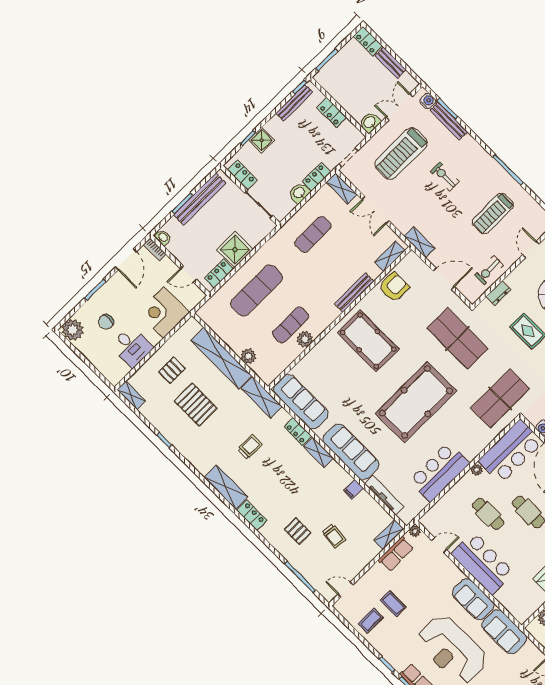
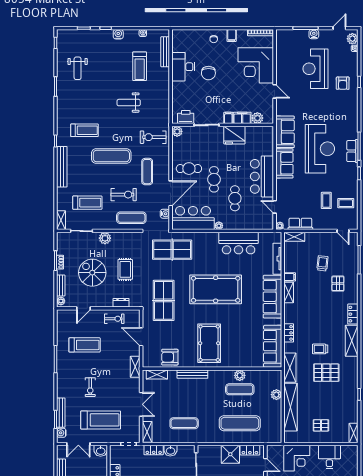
pallet: (196, 405) -> (326, 373), moved, turned 90
shelving: (319, 452) -> (289, 292), moved

